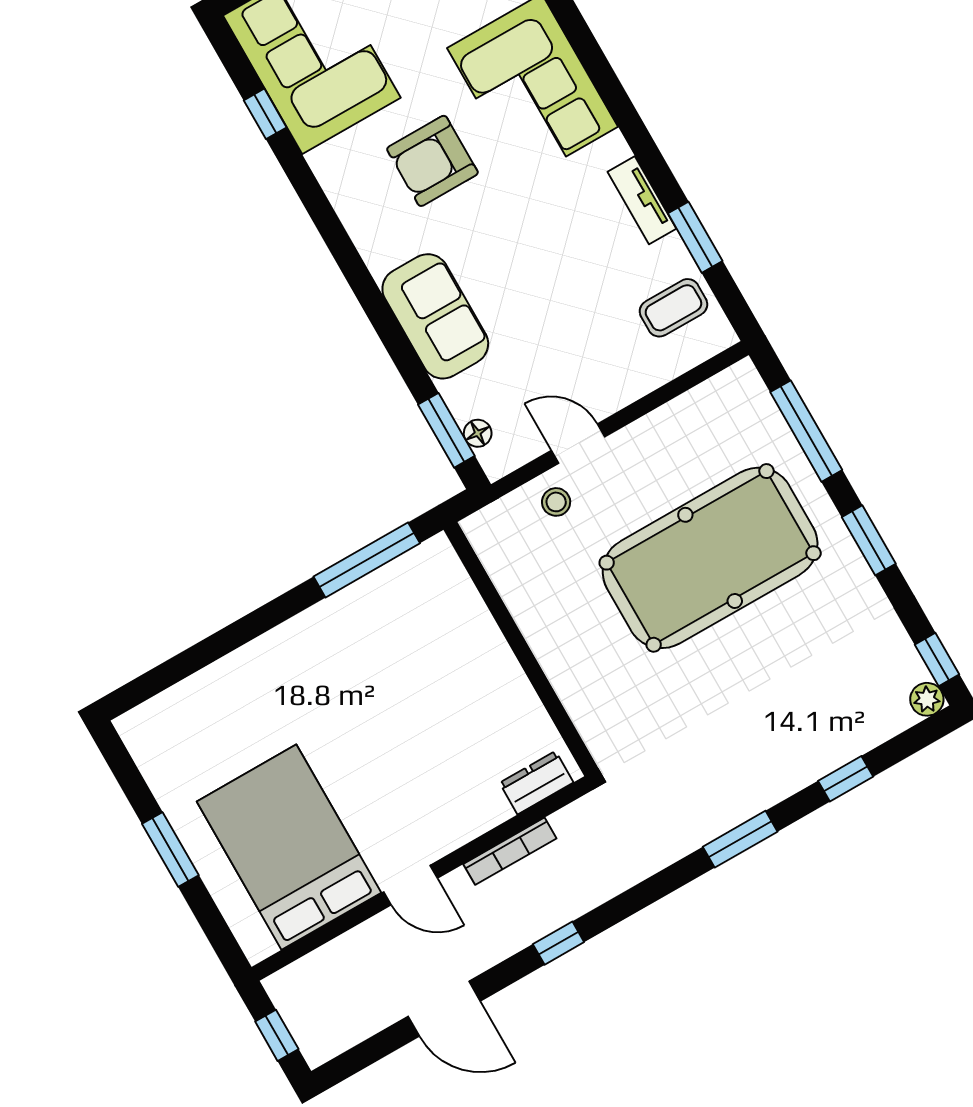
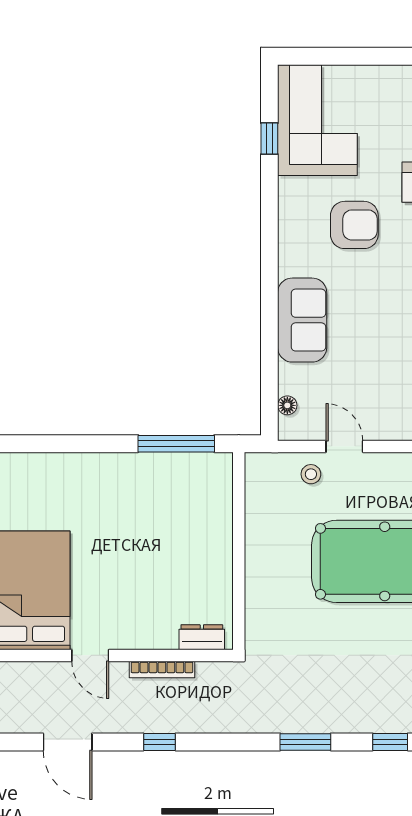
armchair: (432, 161) -> (354, 225), turned 180
window: (446, 430) -> (269, 393), removed

